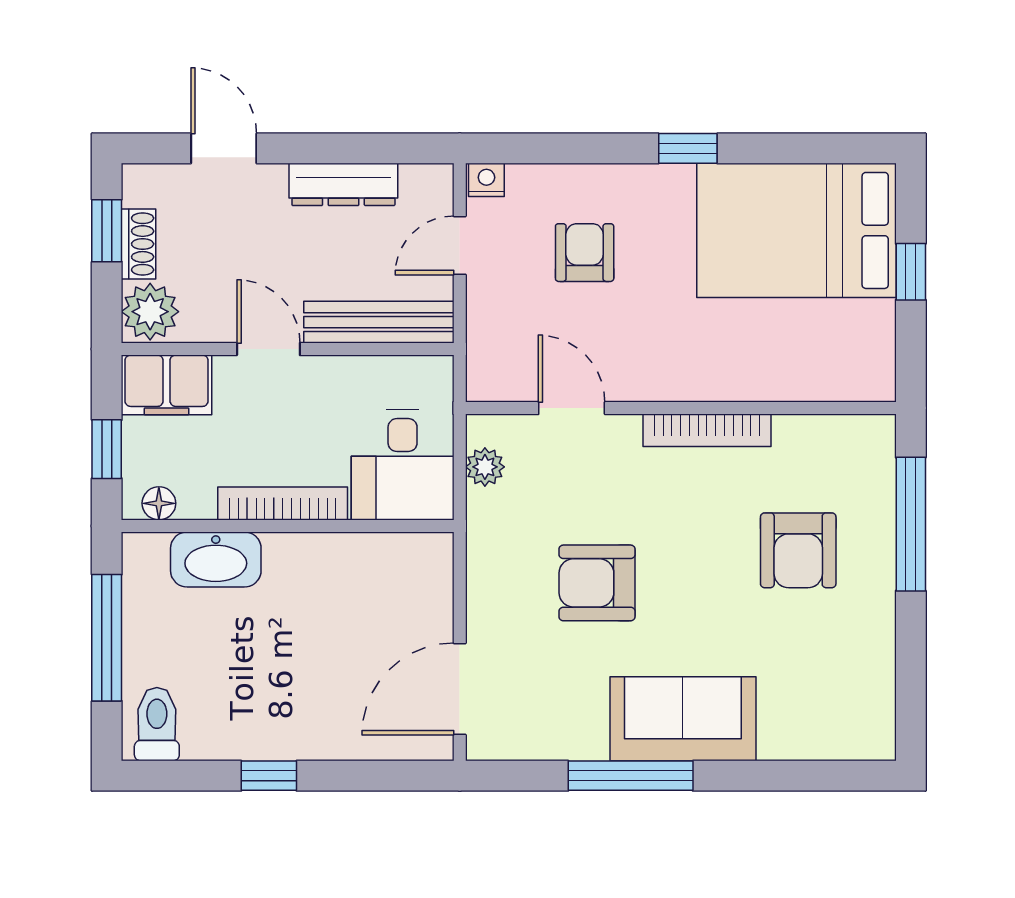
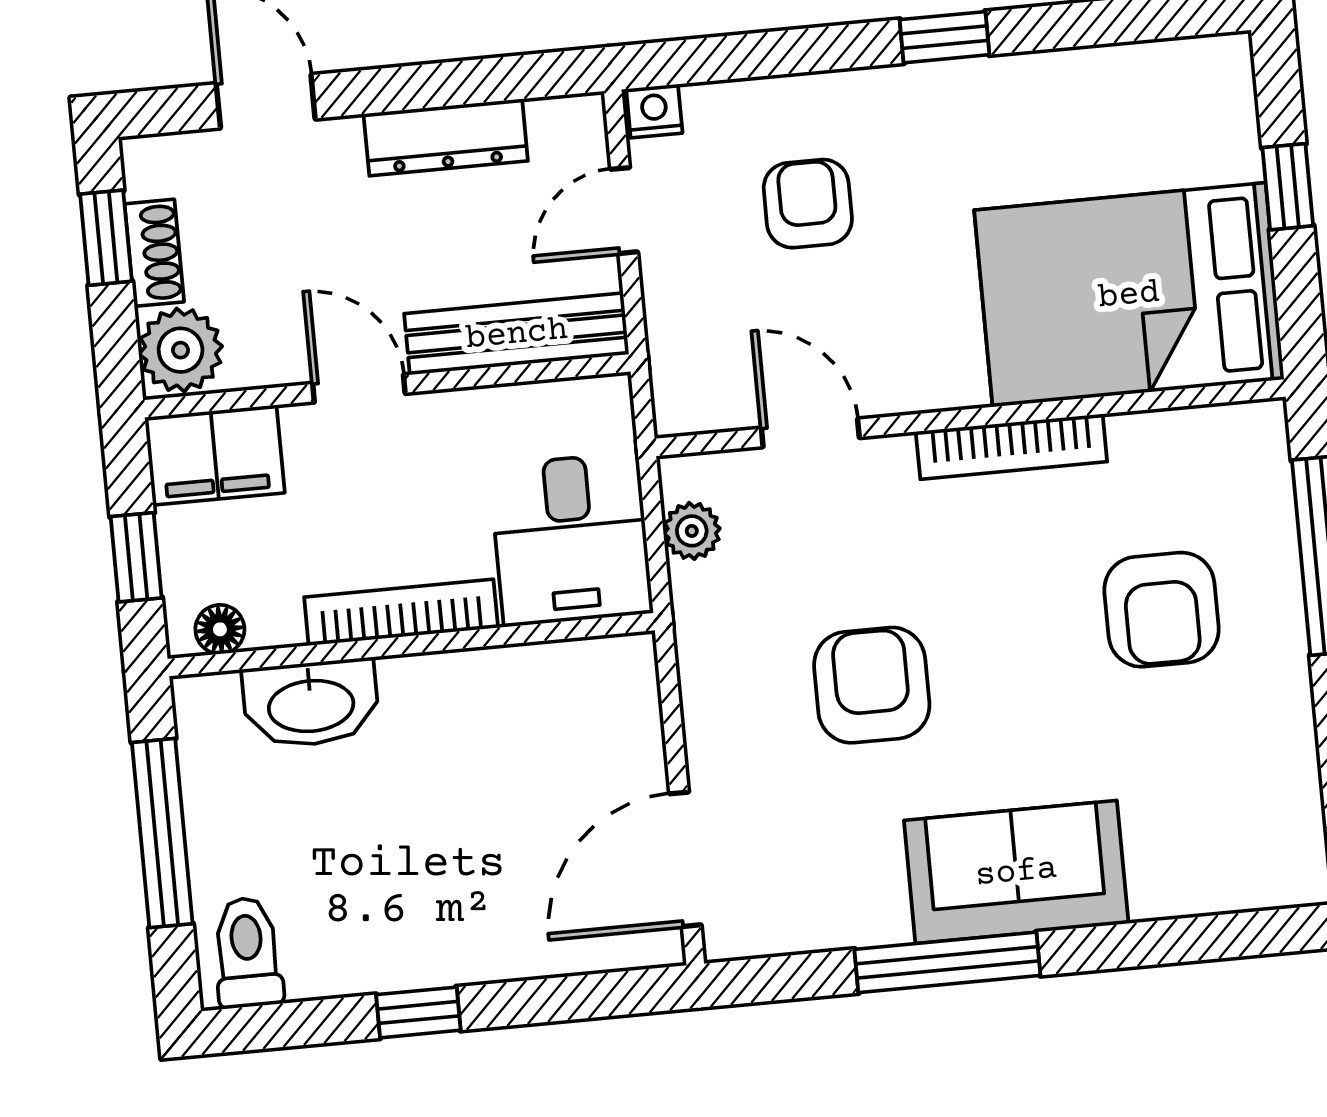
bed: (796, 230) -> (1129, 295), moved
armchair: (597, 583) -> (872, 685), turned 90

